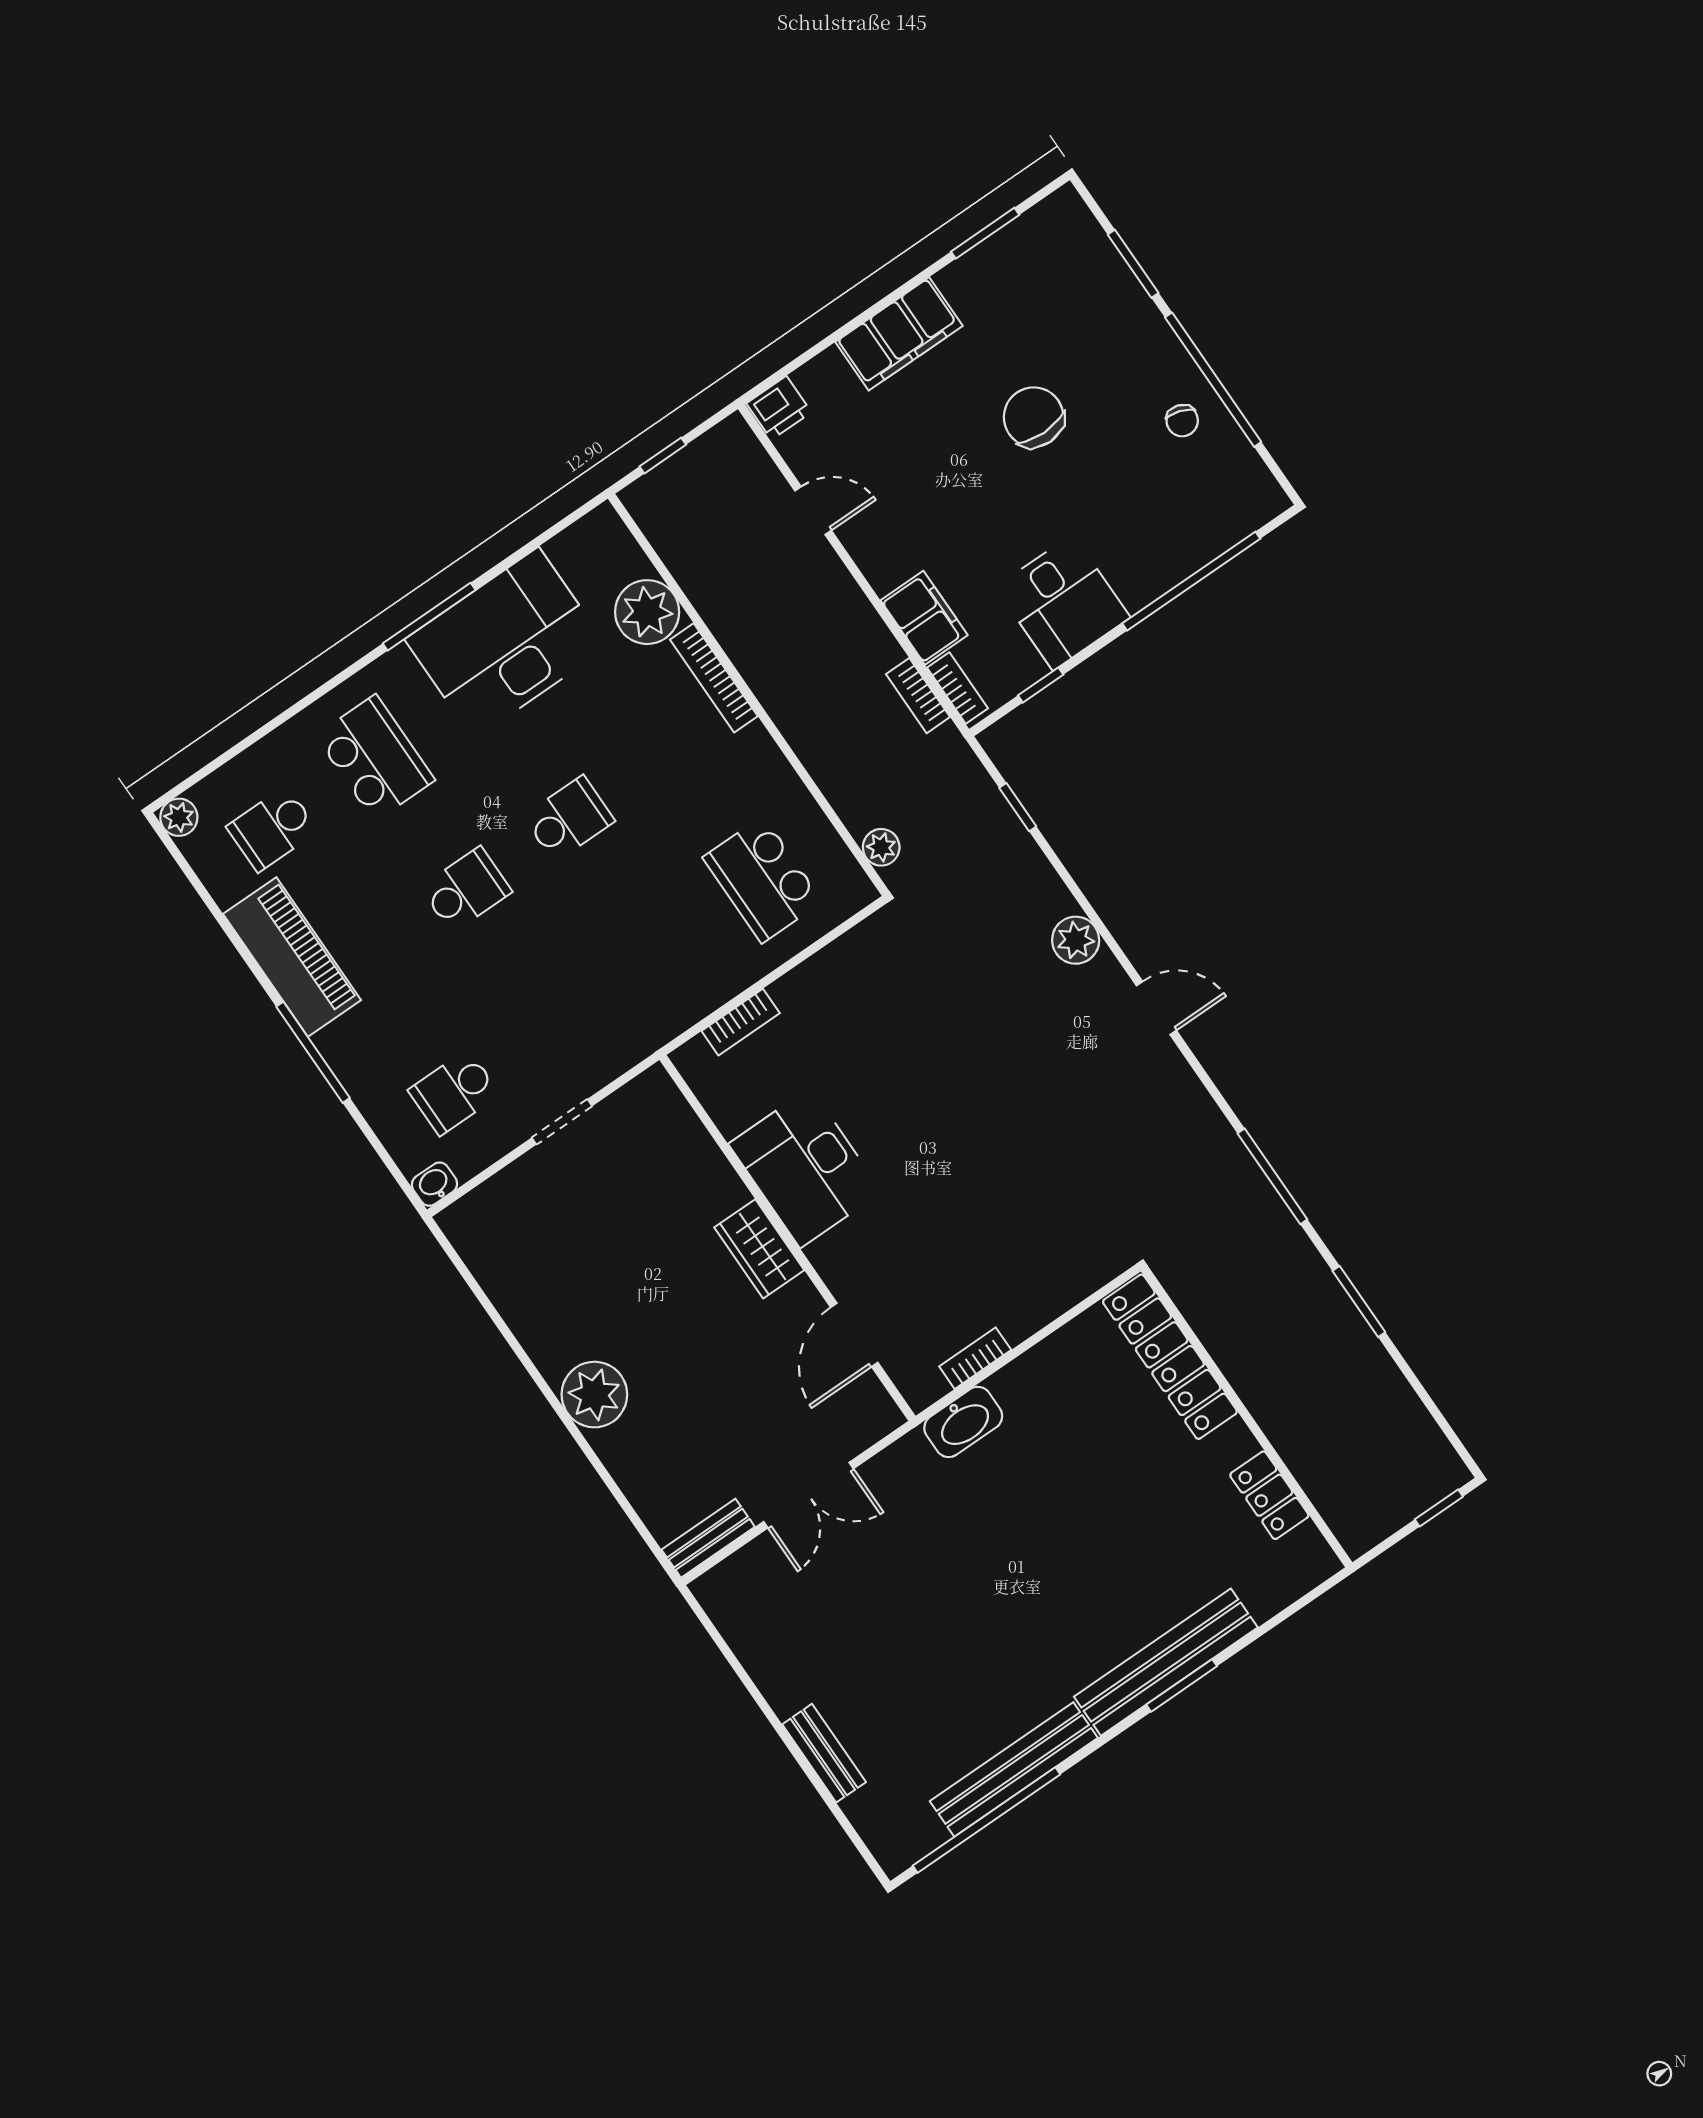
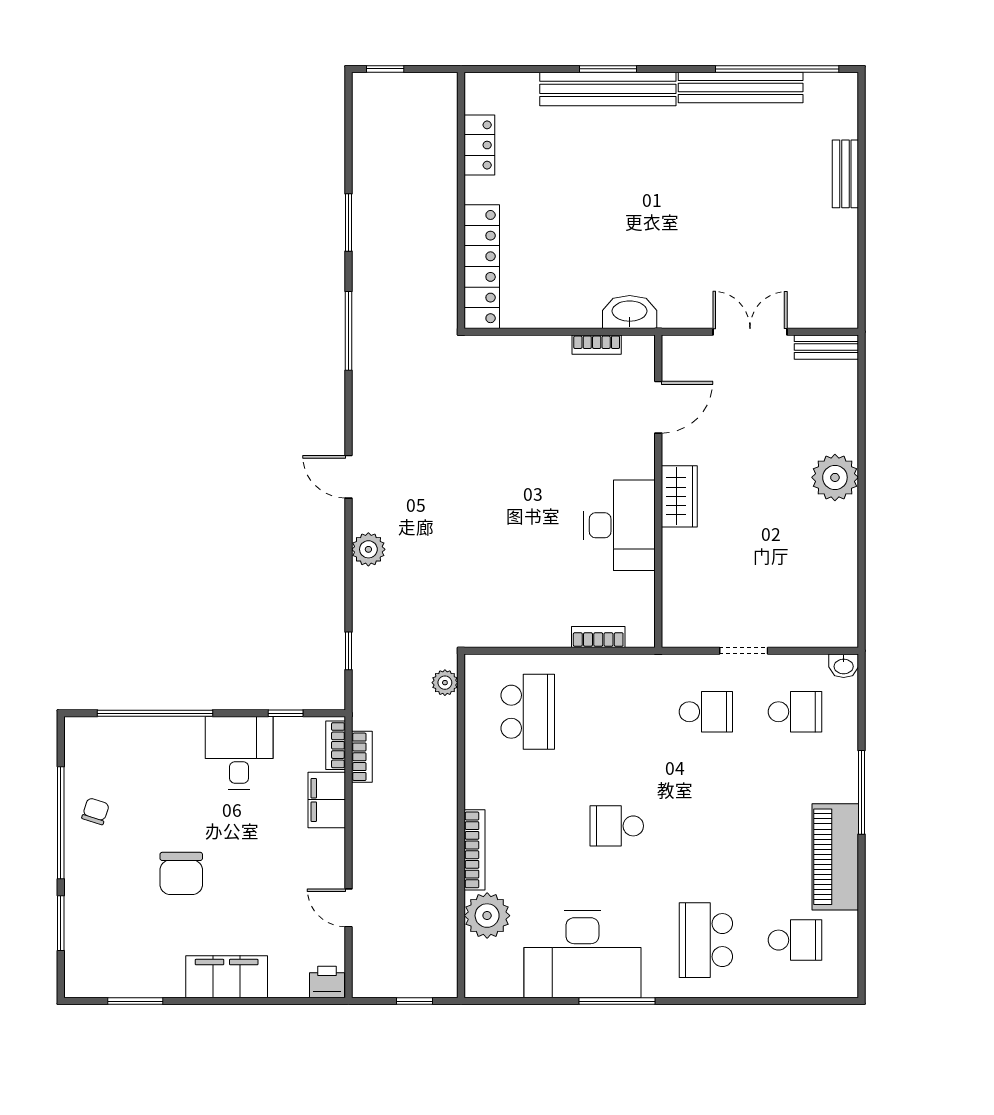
plant: (179, 817) -> (845, 985), removed
school desk: (466, 890) -> (706, 712), moved, turned 180

